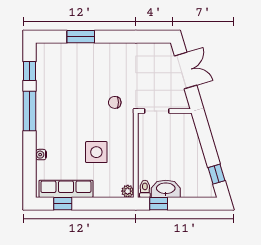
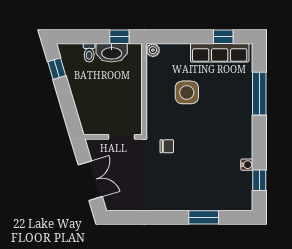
double door: (186, 71) -> (90, 181), swing flipped
window: (29, 111) -> (259, 94), moved
water cooler: (41, 155) -> (247, 165), moved
toilet: (145, 189) -> (89, 53), moved

